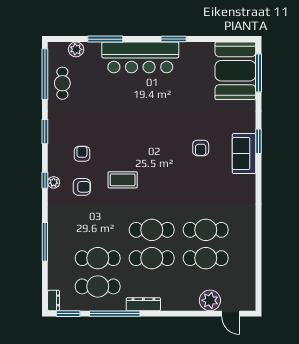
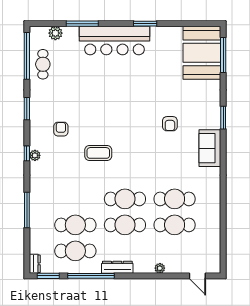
sofa: (244, 154) -> (210, 148), moved
armchair: (82, 187) -> (61, 159), removed
plant: (210, 300) -> (160, 268), moved, width x0.53, depth x0.53

